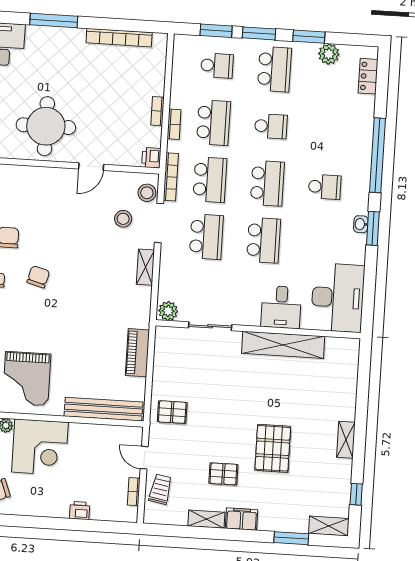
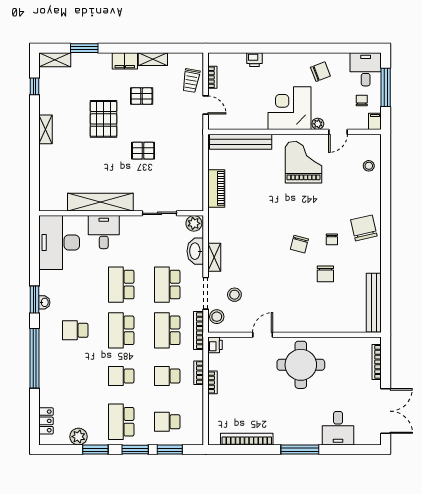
school desk: (213, 123) -> (167, 376), width x0.54
washbasin: (169, 276) -> (195, 251), added
pallet: (172, 412) -> (143, 151), moved

